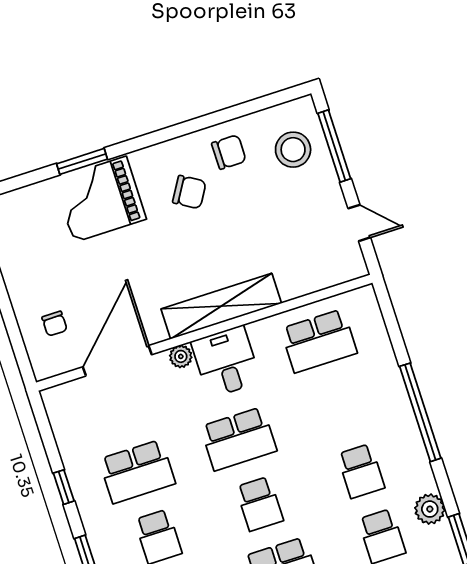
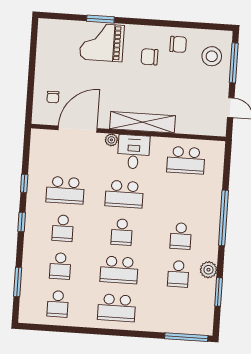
chair: (189, 192) -> (149, 57), turned 149

